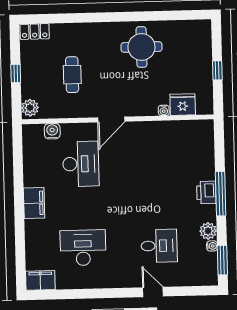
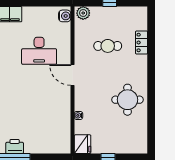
locker: (35, 32) -> (142, 42), moved
fridge: (183, 105) -> (83, 144), moved
water cooler: (52, 131) -> (65, 16), moved

